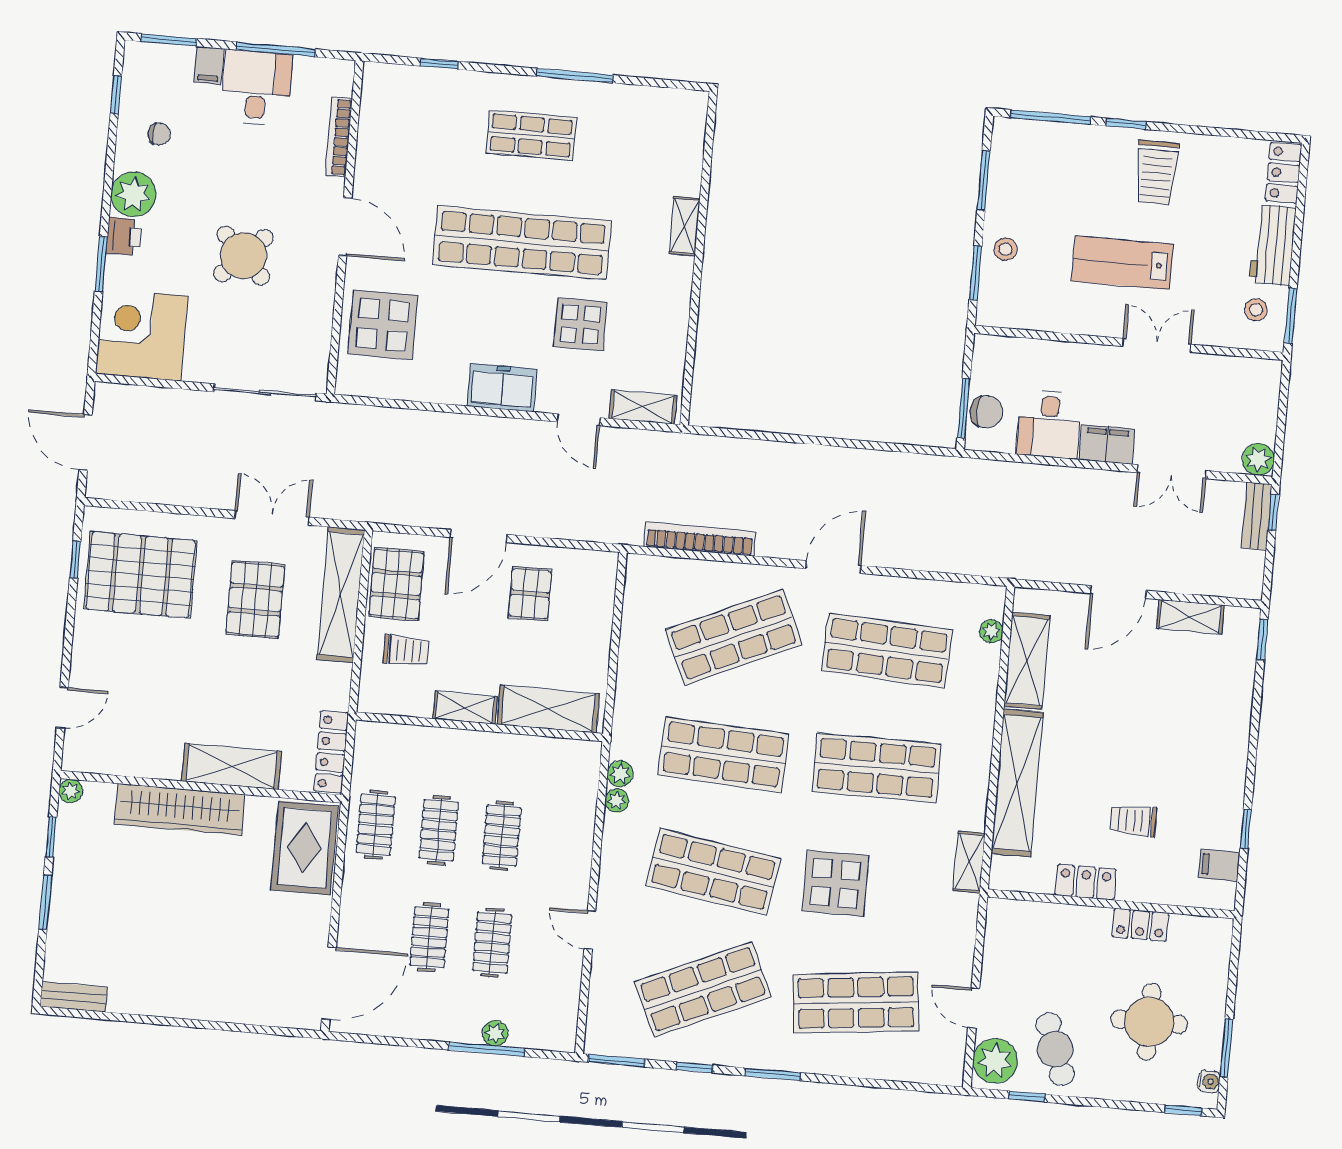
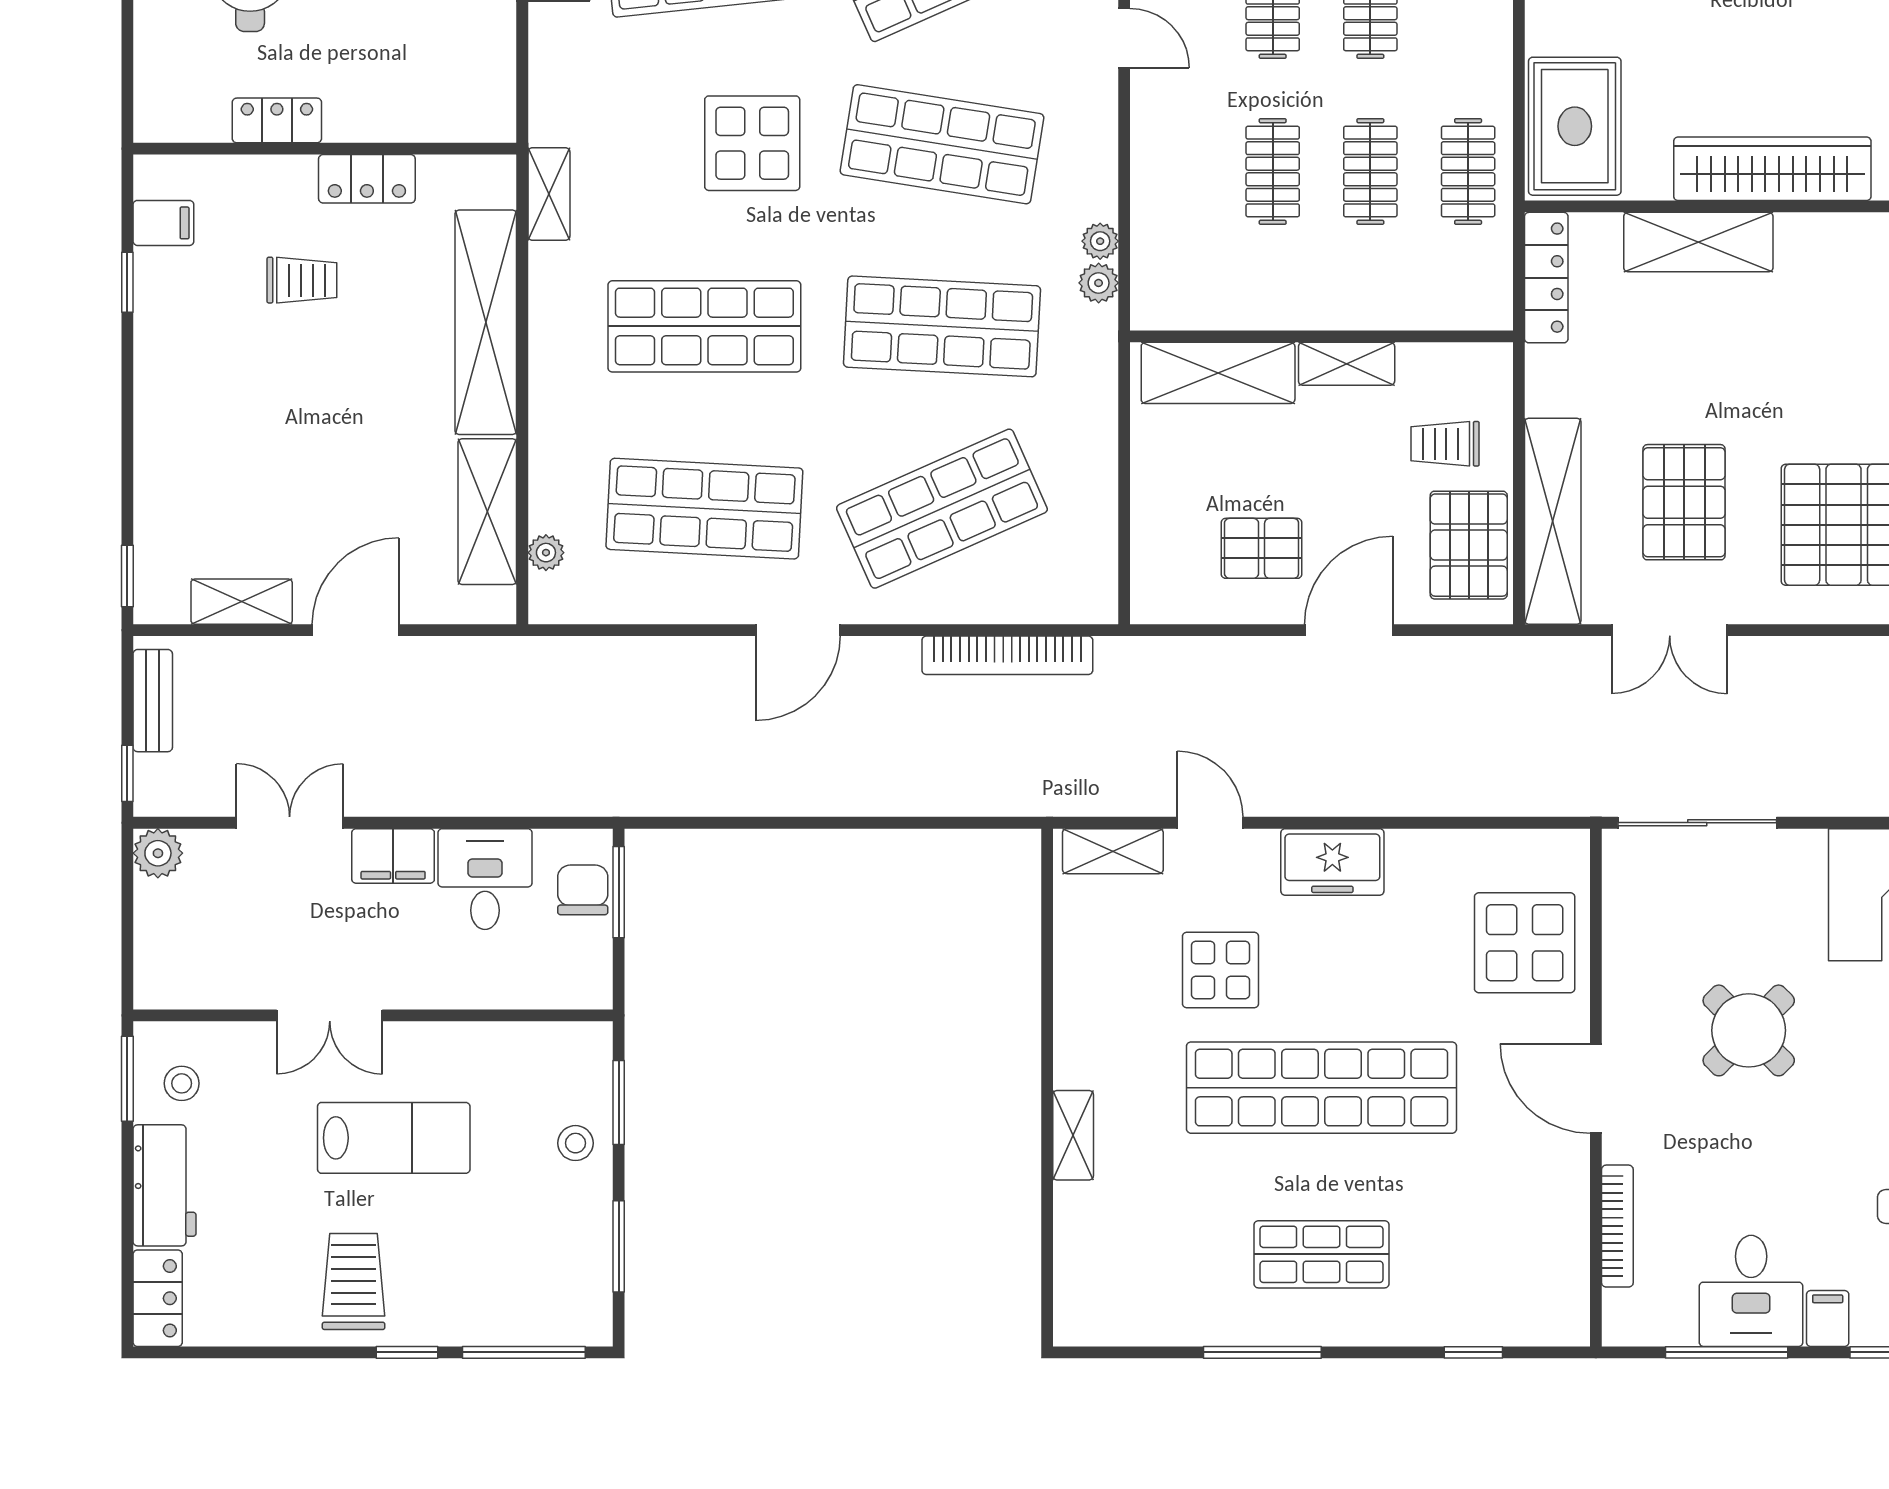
chair: (987, 412) -> (583, 890), turned 90
bench: (1257, 516) -> (153, 701), moved
pallet: (530, 594) -> (1262, 548), turned 90

